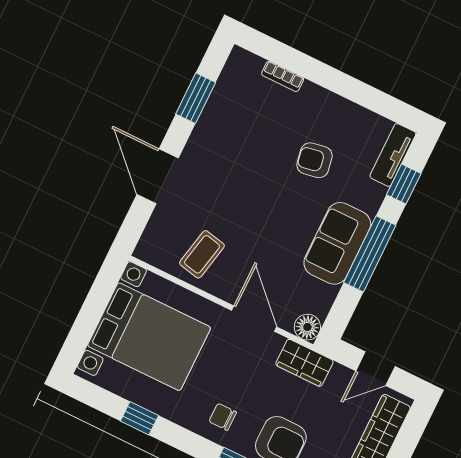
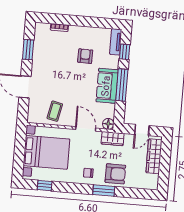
armchair: (314, 160) -> (85, 56), turned 101
window: (139, 418) -> (45, 186), moved

